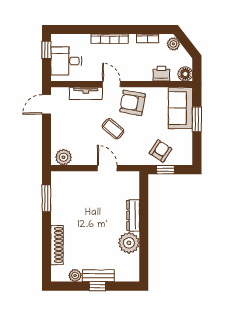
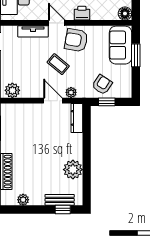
printer: (161, 74) -> (82, 13), moved
plant: (127, 159) -> (71, 92), added
dresser: (133, 215) -> (77, 118), moved
bench: (98, 276) -> (60, 200), moved
window: (97, 286) -> (63, 210), moved

